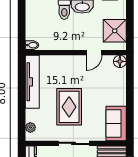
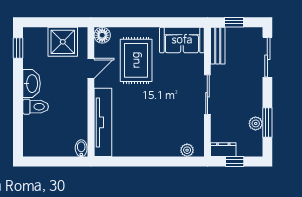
door: (94, 53) -> (91, 68), hinge flipped
tv unit: (32, 82) -> (103, 122), moved, turned 90
rug: (69, 107) -> (136, 60), moved, turned 90

